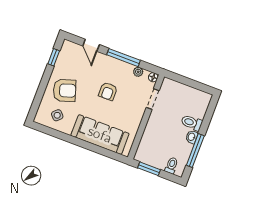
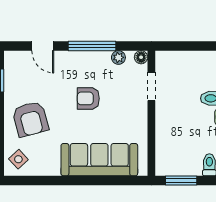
armchair: (65, 90) -> (30, 119), turned 93
armchair: (108, 91) -> (88, 98), turned 90
side table: (57, 115) -> (18, 159), moved

